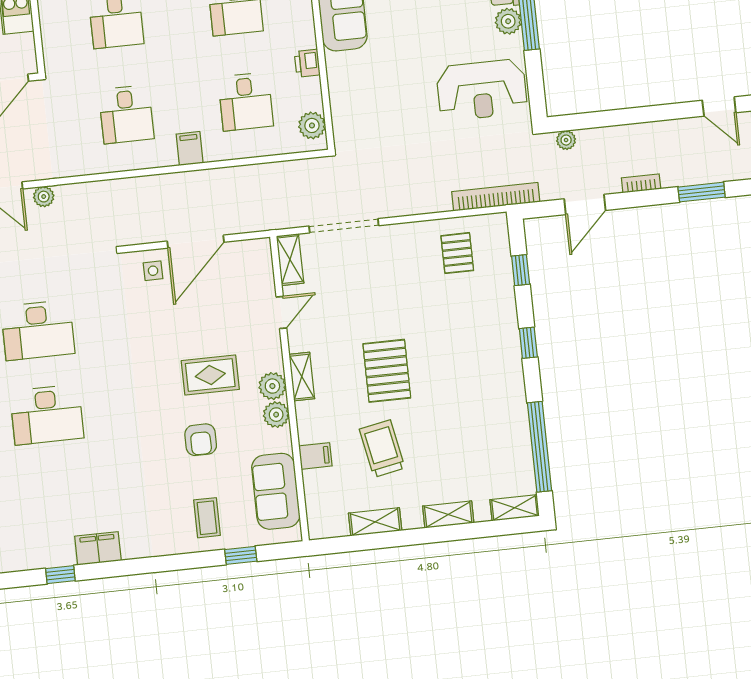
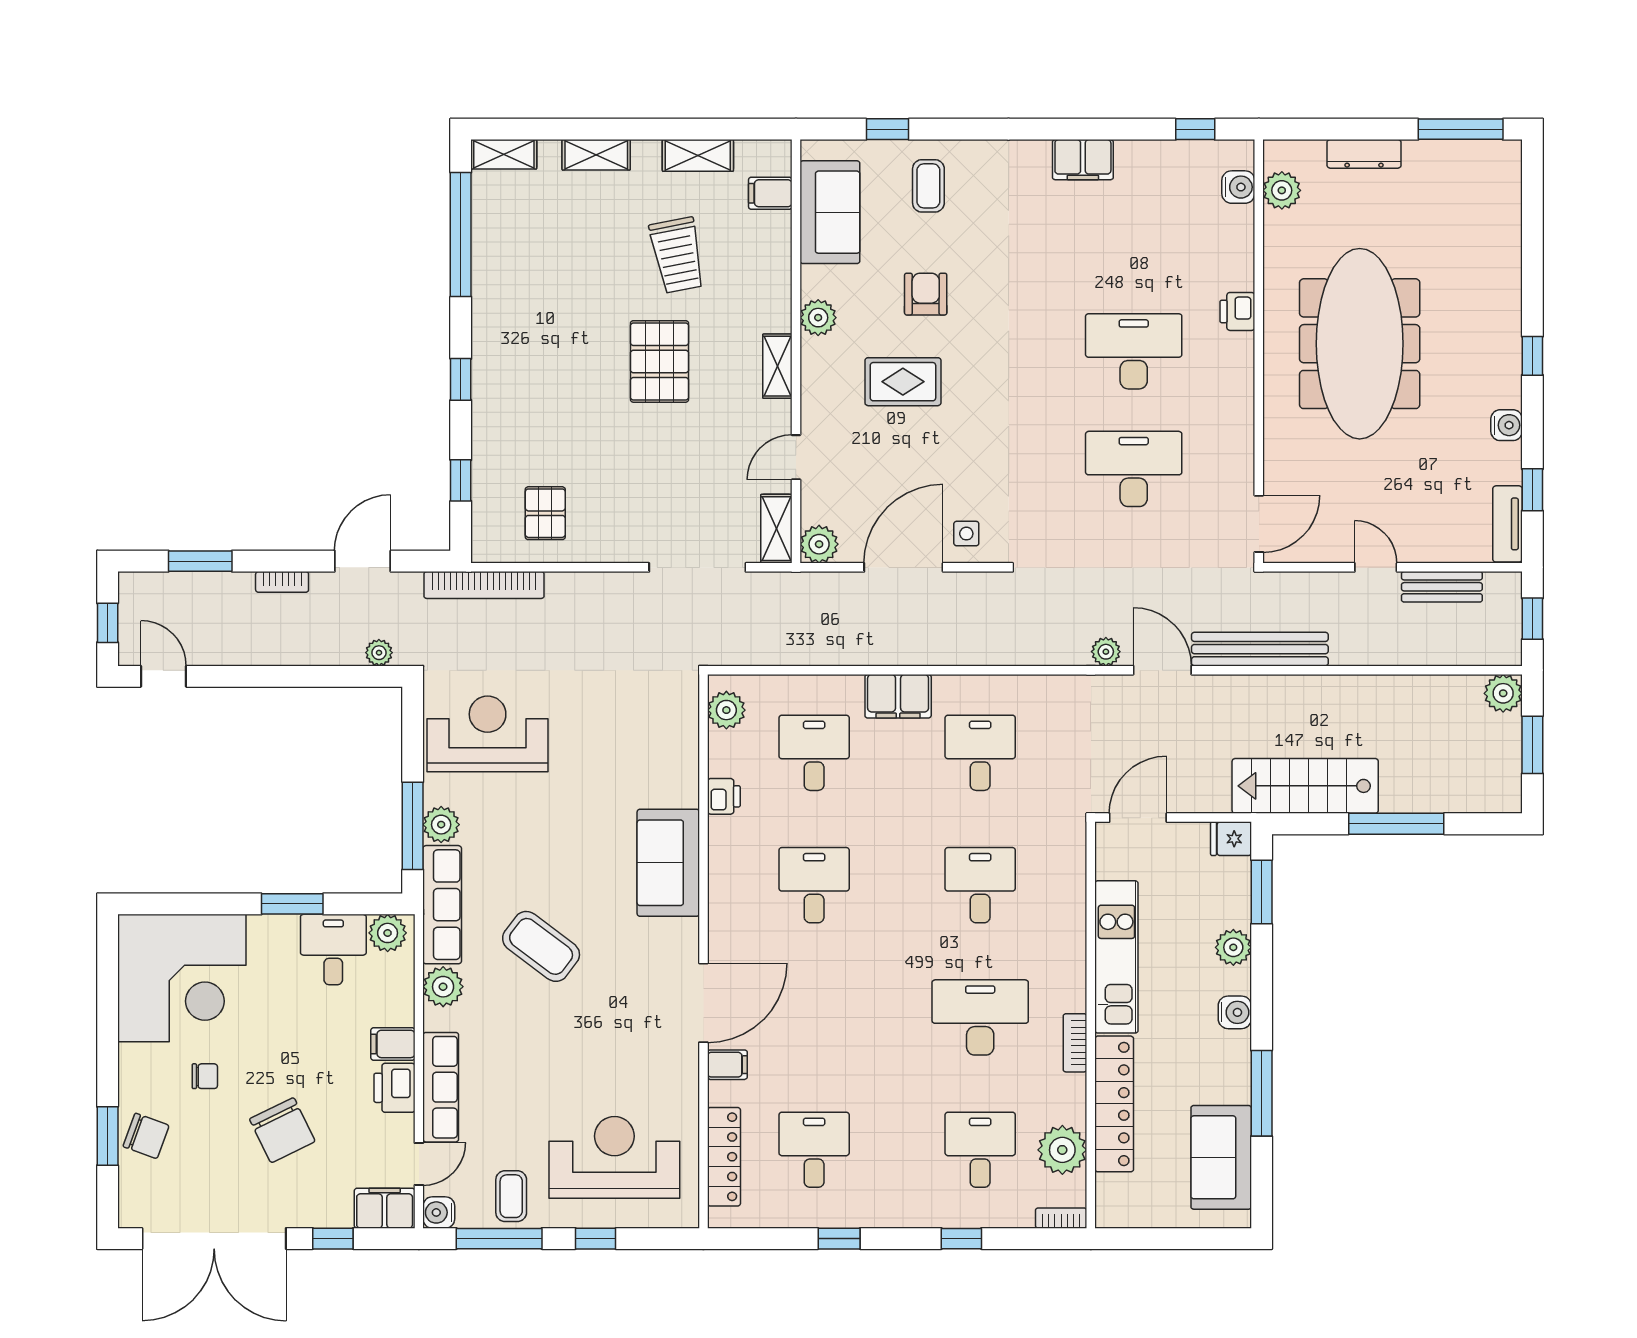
filing cabinet: (190, 149) -> (898, 696), width x2.00
plant: (272, 386) -> (819, 544), moved
filing cabinet: (315, 456) -> (770, 193), moved
window: (60, 575) -> (1195, 129), moved

